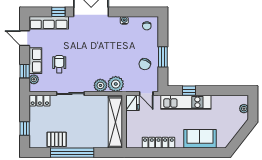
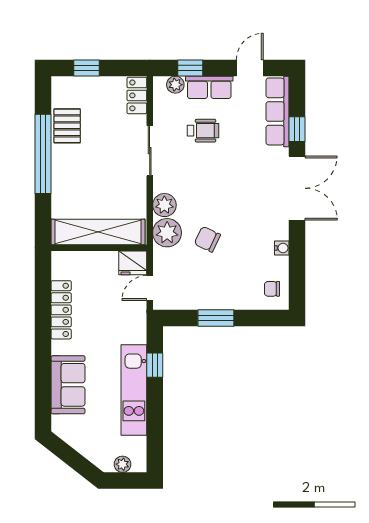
chair: (145, 64) -> (207, 239), moved
kitchen unit: (186, 102) -> (134, 390), moved

